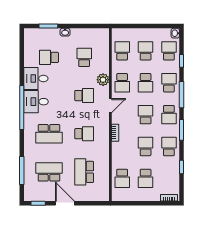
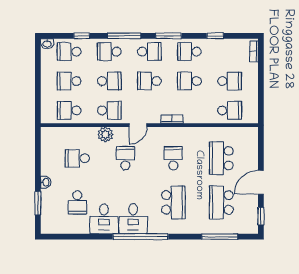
door: (110, 106) -> (138, 125), swing flipped
school desk: (84, 172) -> (221, 158), turned 90

